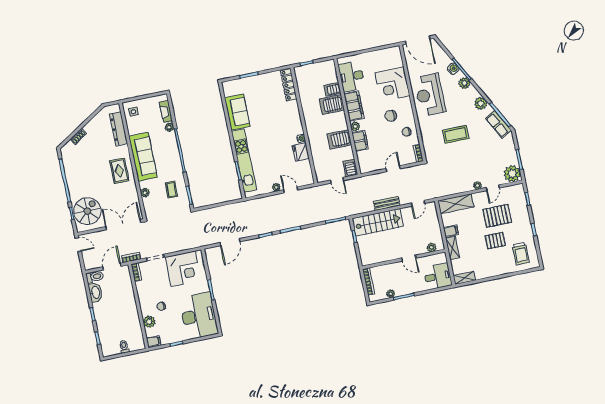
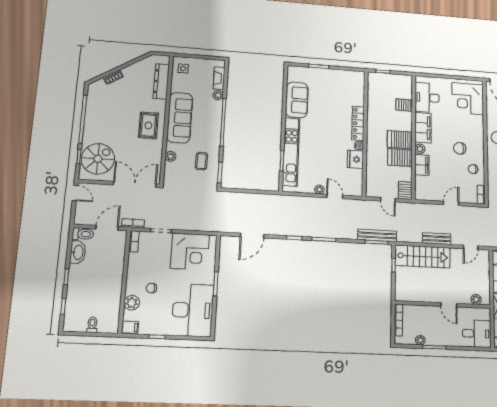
corner desk: (392, 84) -> (468, 99), moved
locker: (289, 85) -> (358, 123), moved
server rack: (332, 104) -> (400, 140), moved
bench: (335, 214) -> (377, 235), added

